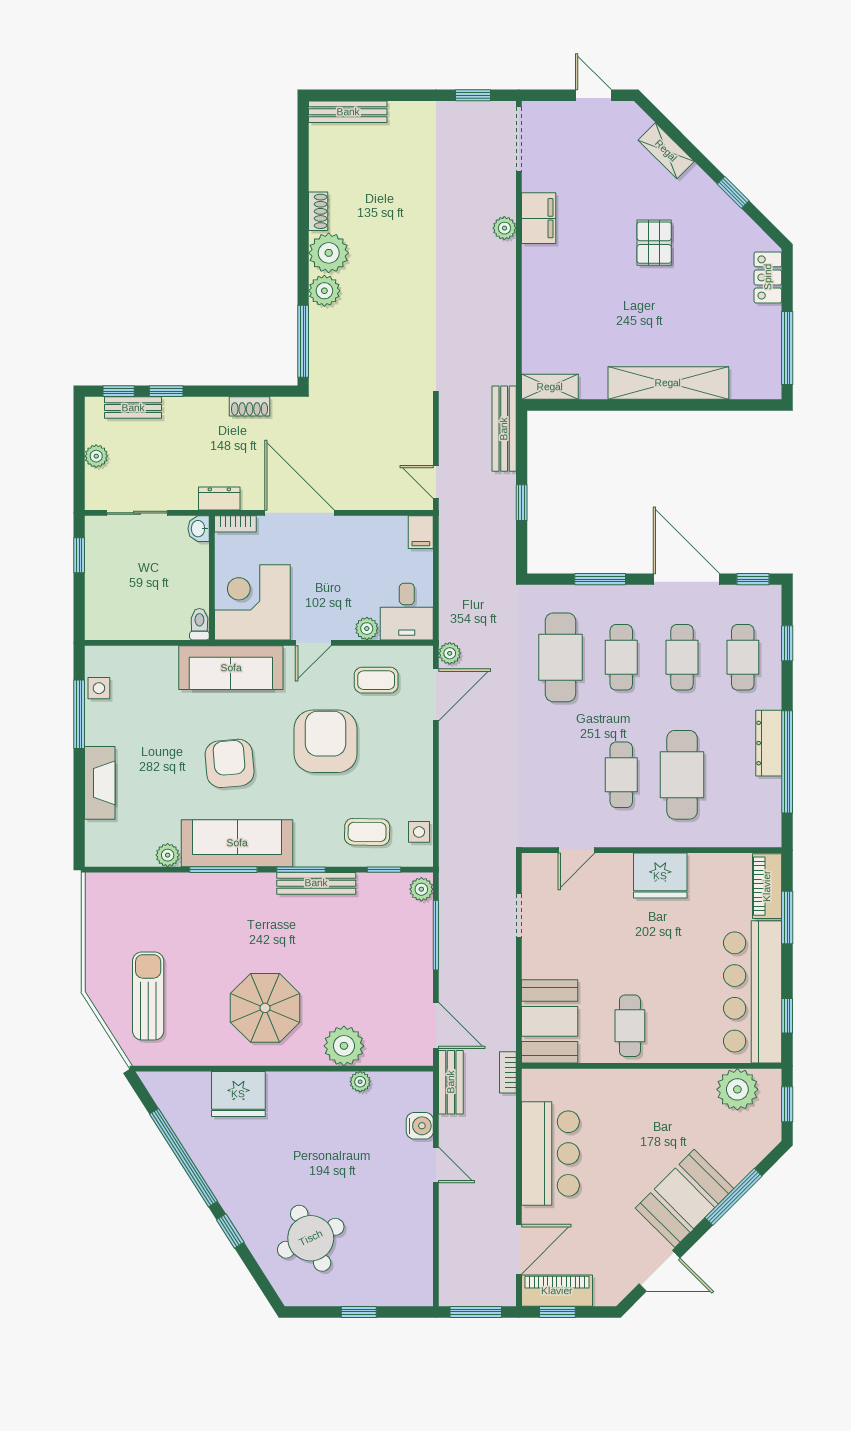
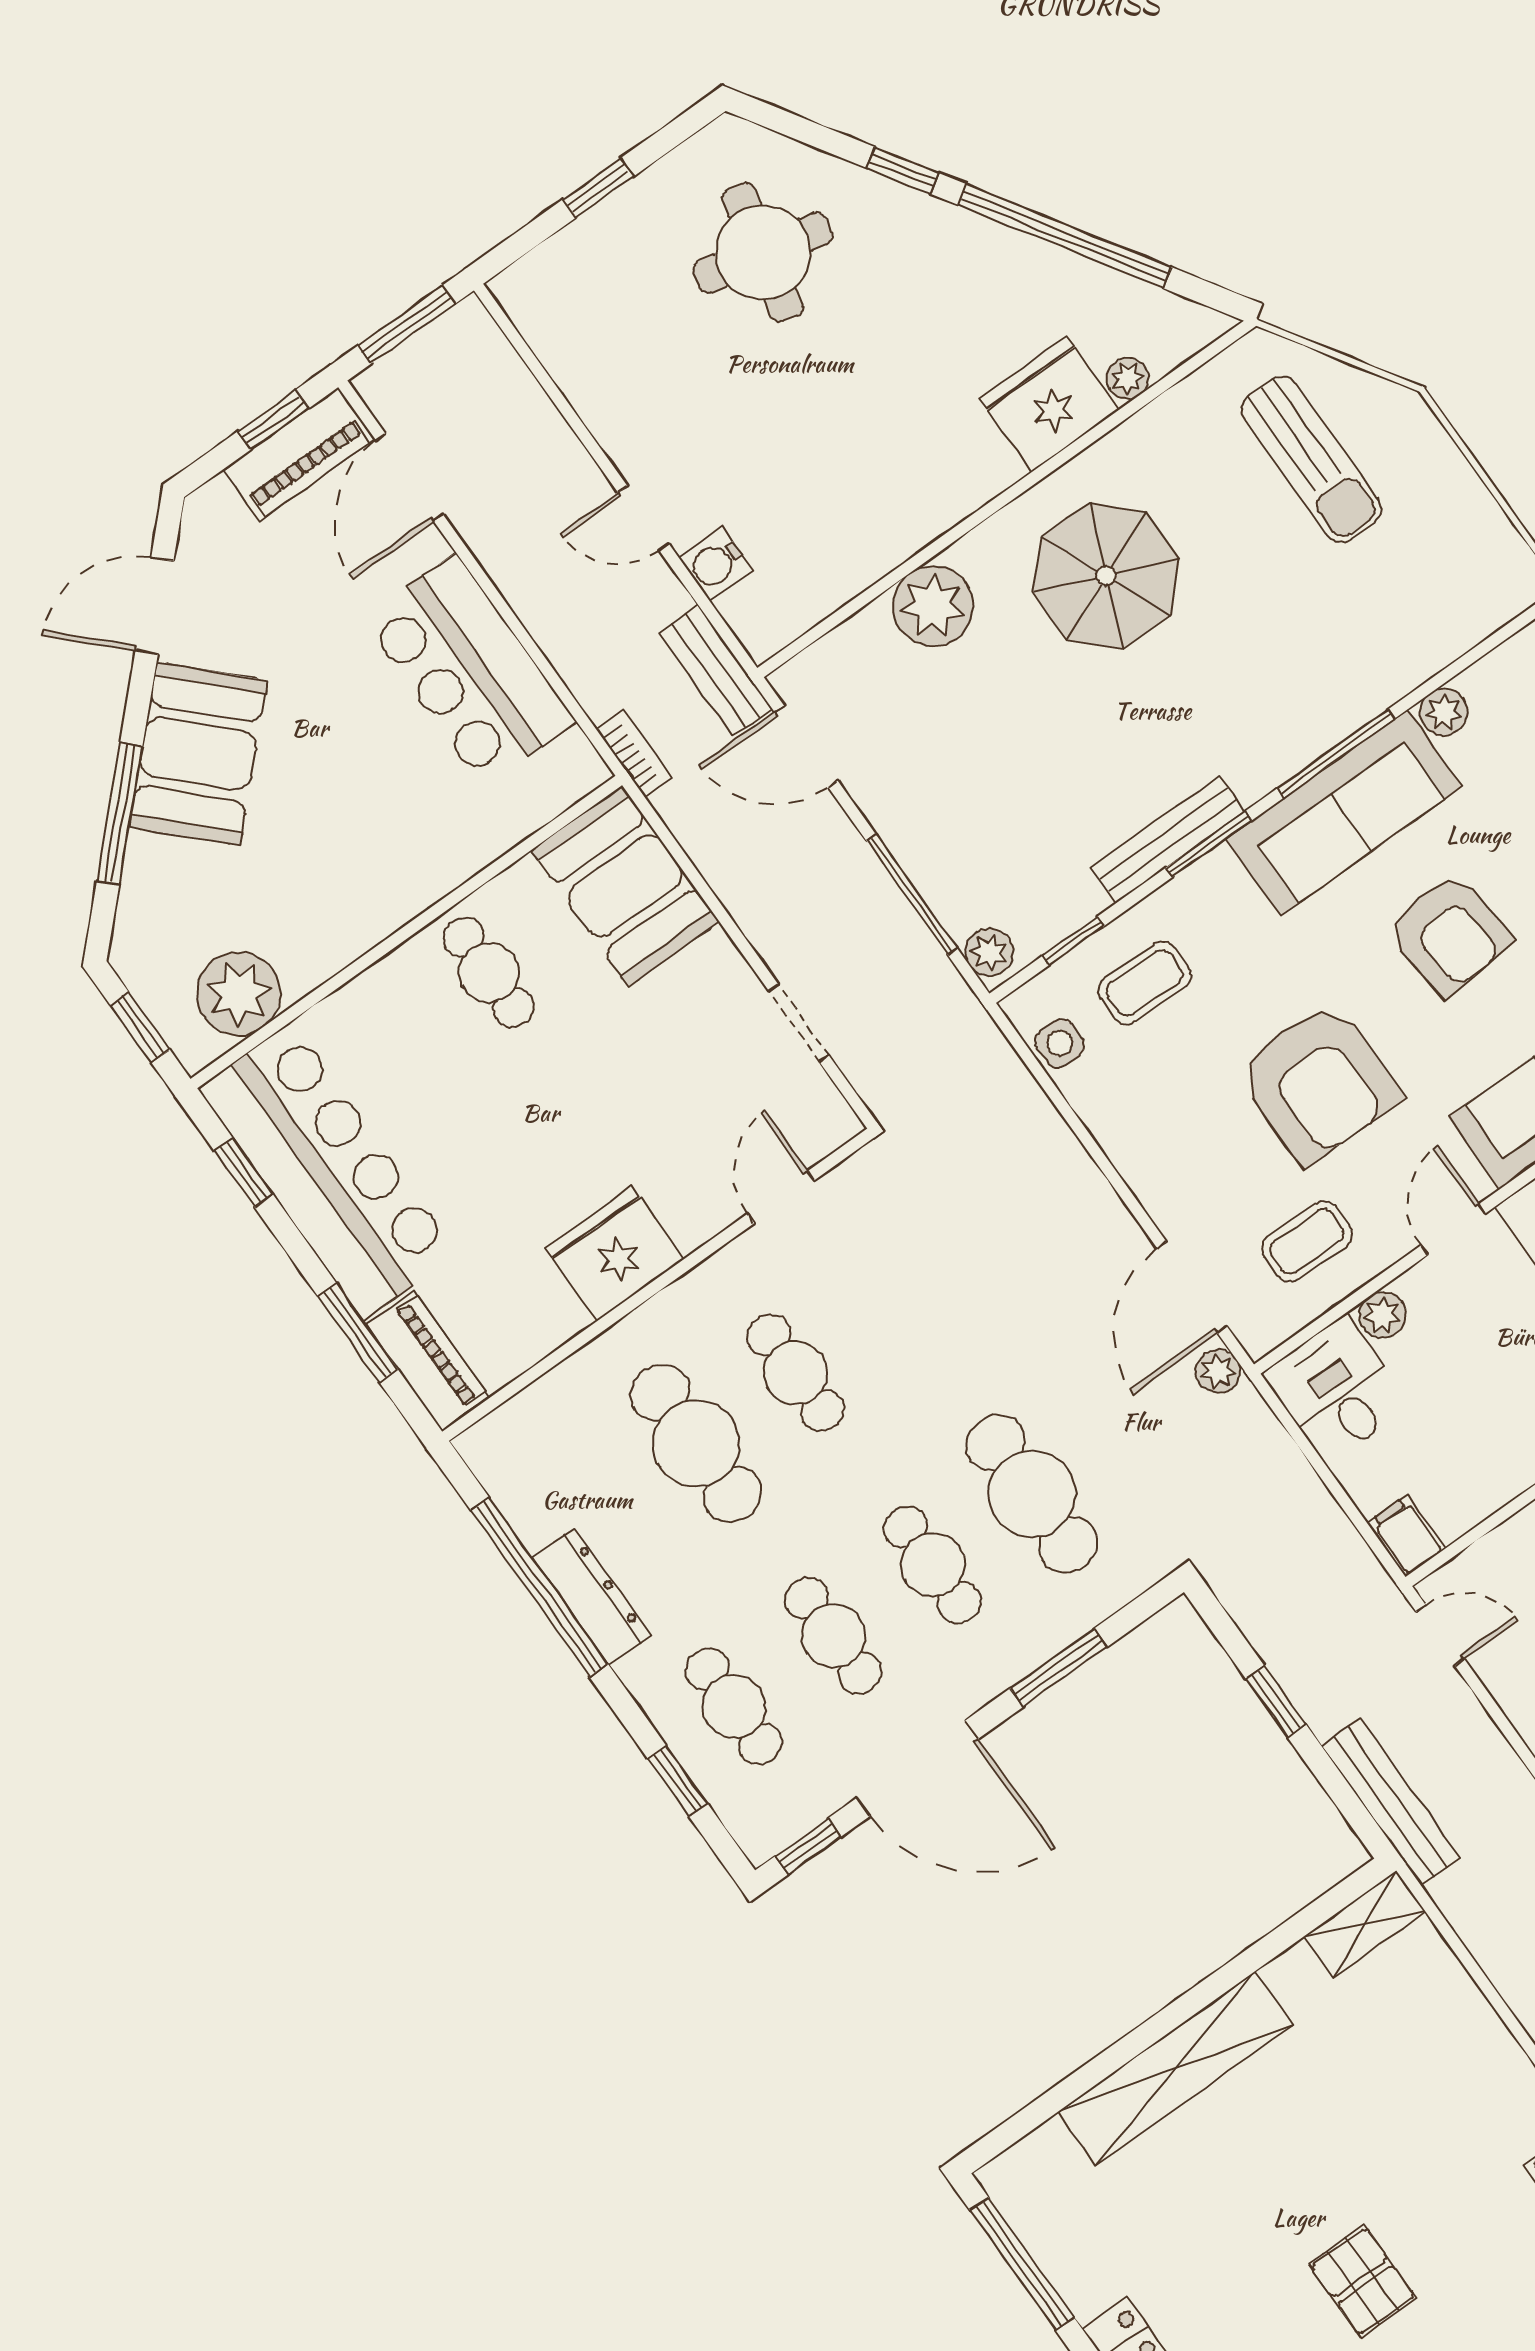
plant: (360, 1082) -> (1128, 378), moved
round table: (311, 1238) -> (763, 252), turned 38

